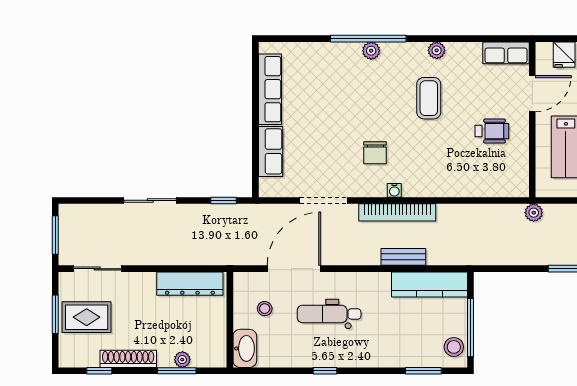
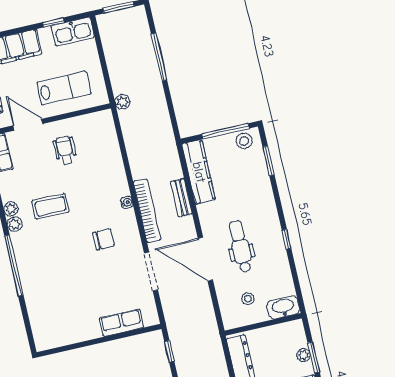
plant: (371, 51) -> (15, 224), moved
row of seats: (270, 89) -> (72, 334), removed
water cooler: (394, 190) -> (127, 202), moved
door: (294, 269) -> (205, 259), moved
dental chair: (329, 314) -> (240, 246), turned 180

